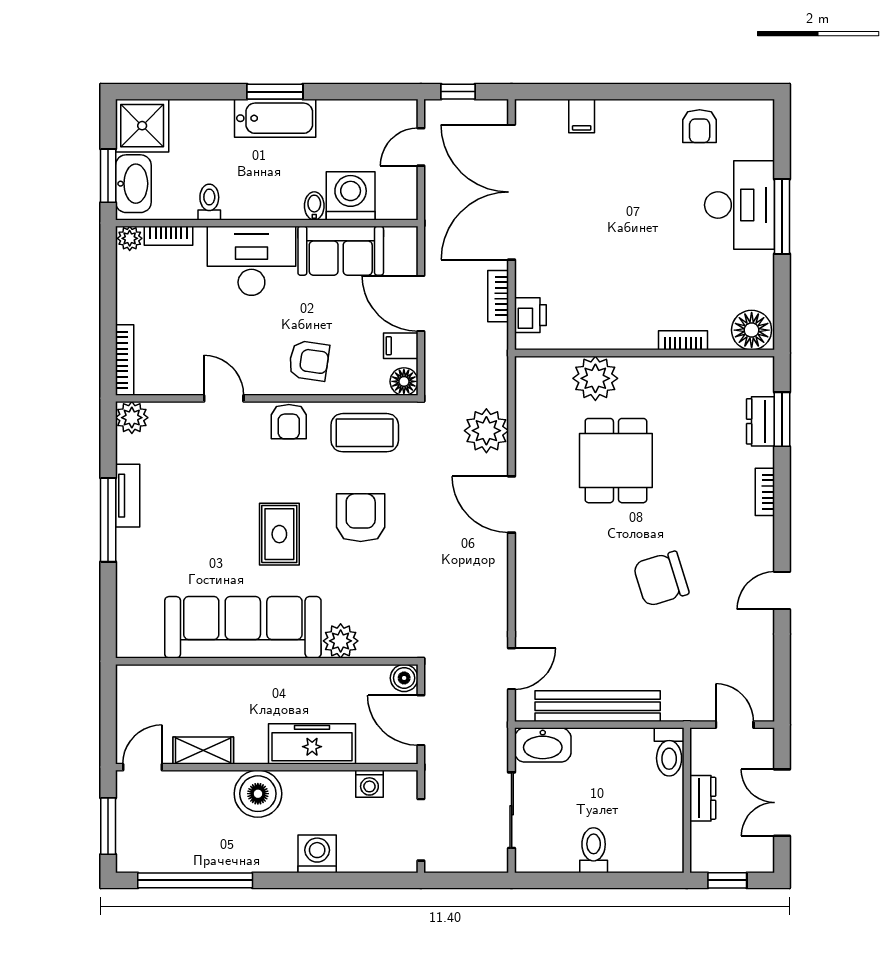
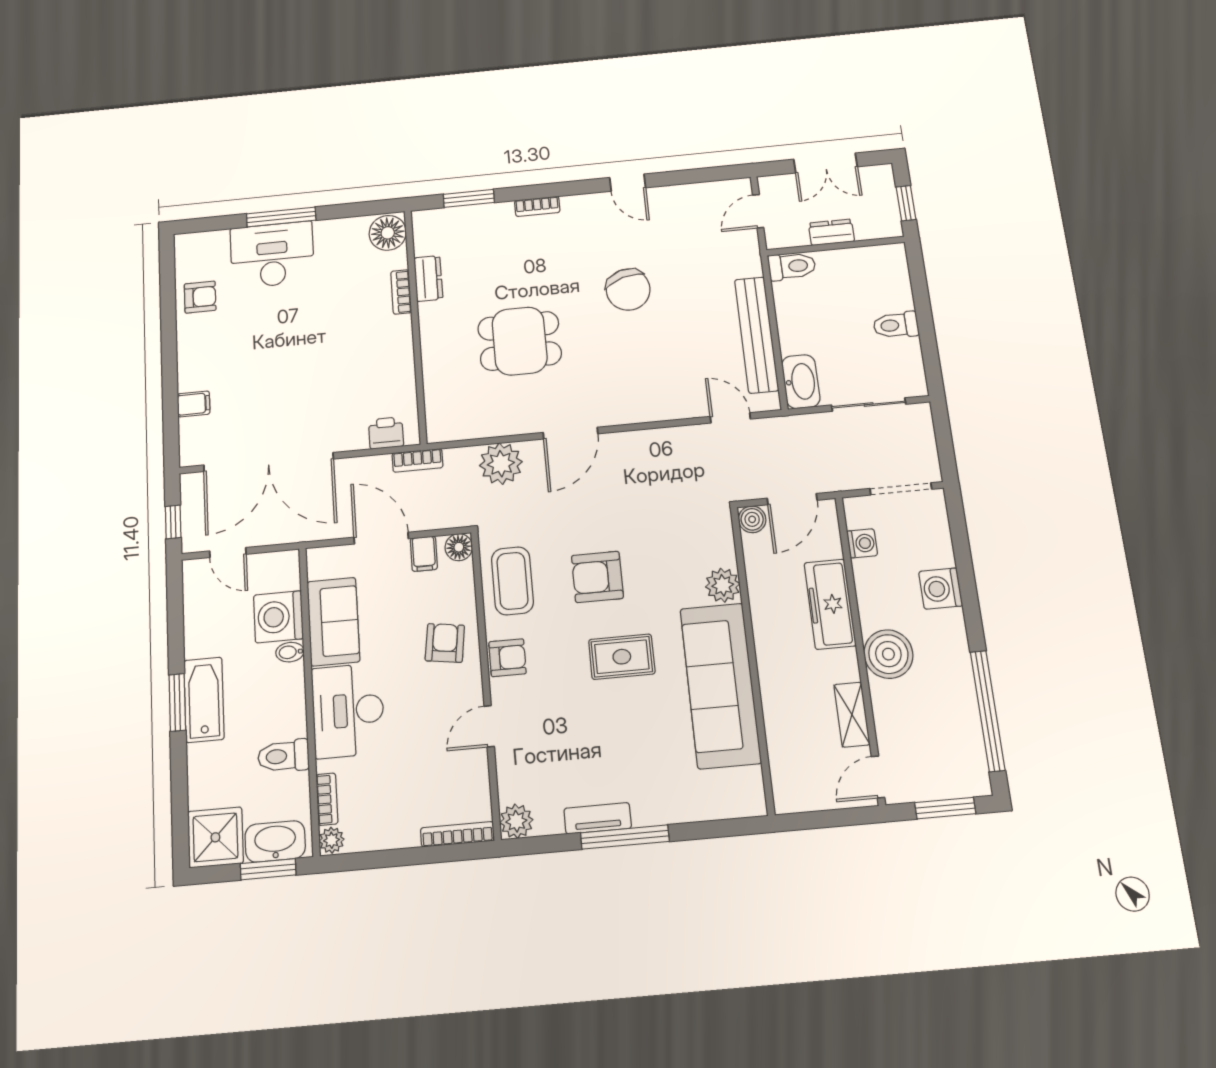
toilet: (209, 202) -> (283, 756), width x1.37, depth x1.39
bookcase: (498, 296) -> (417, 460), moved
door: (421, 304) -> (381, 538), swing flipped
plant: (595, 378) -> (443, 367), removed
dresser: (761, 421) -> (428, 278), moved, turned -90
door: (142, 767) -> (878, 777), hinge flipped

